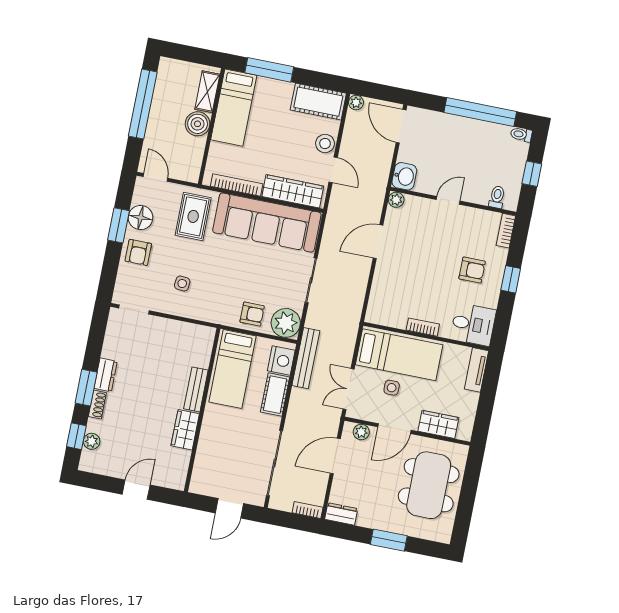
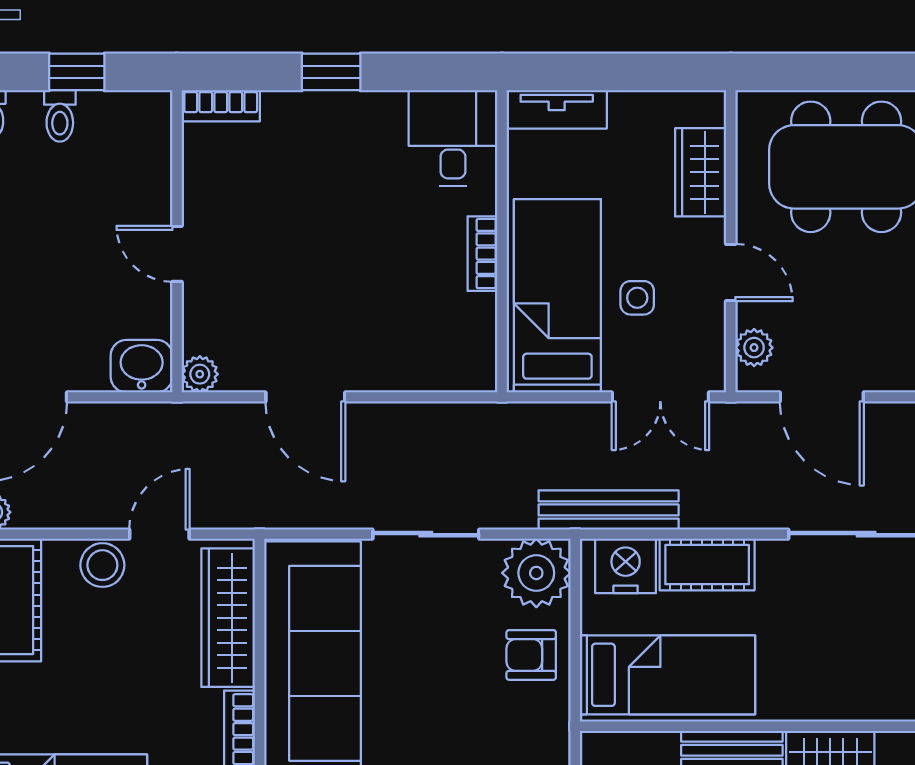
toilet: (497, 197) -> (60, 116), moved, turned -90
armchair: (472, 270) -> (327, 166), removed
armchair: (252, 314) -> (531, 655), turned -90
door: (394, 429) -> (731, 273), width x0.73

